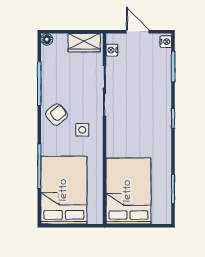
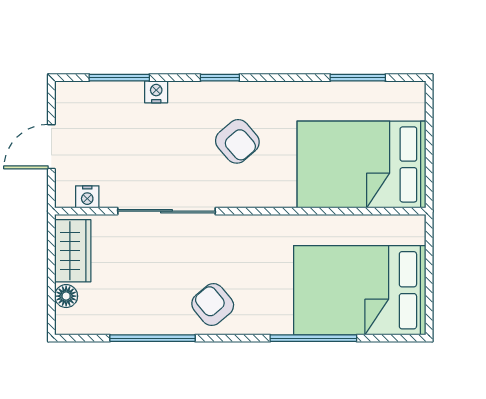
floor lamp: (47, 39) -> (66, 296), moved
nightstand: (166, 42) -> (156, 92), moved
armchair: (140, 127) -> (237, 141), added
side table: (82, 130) -> (242, 254), removed

